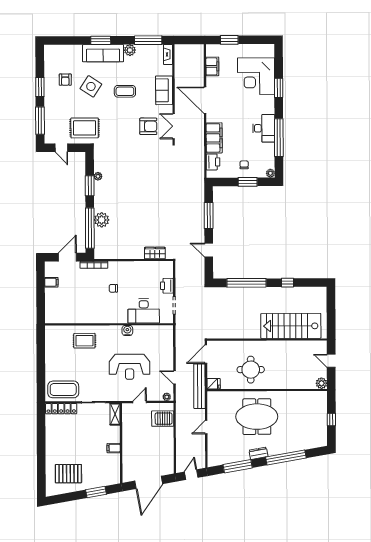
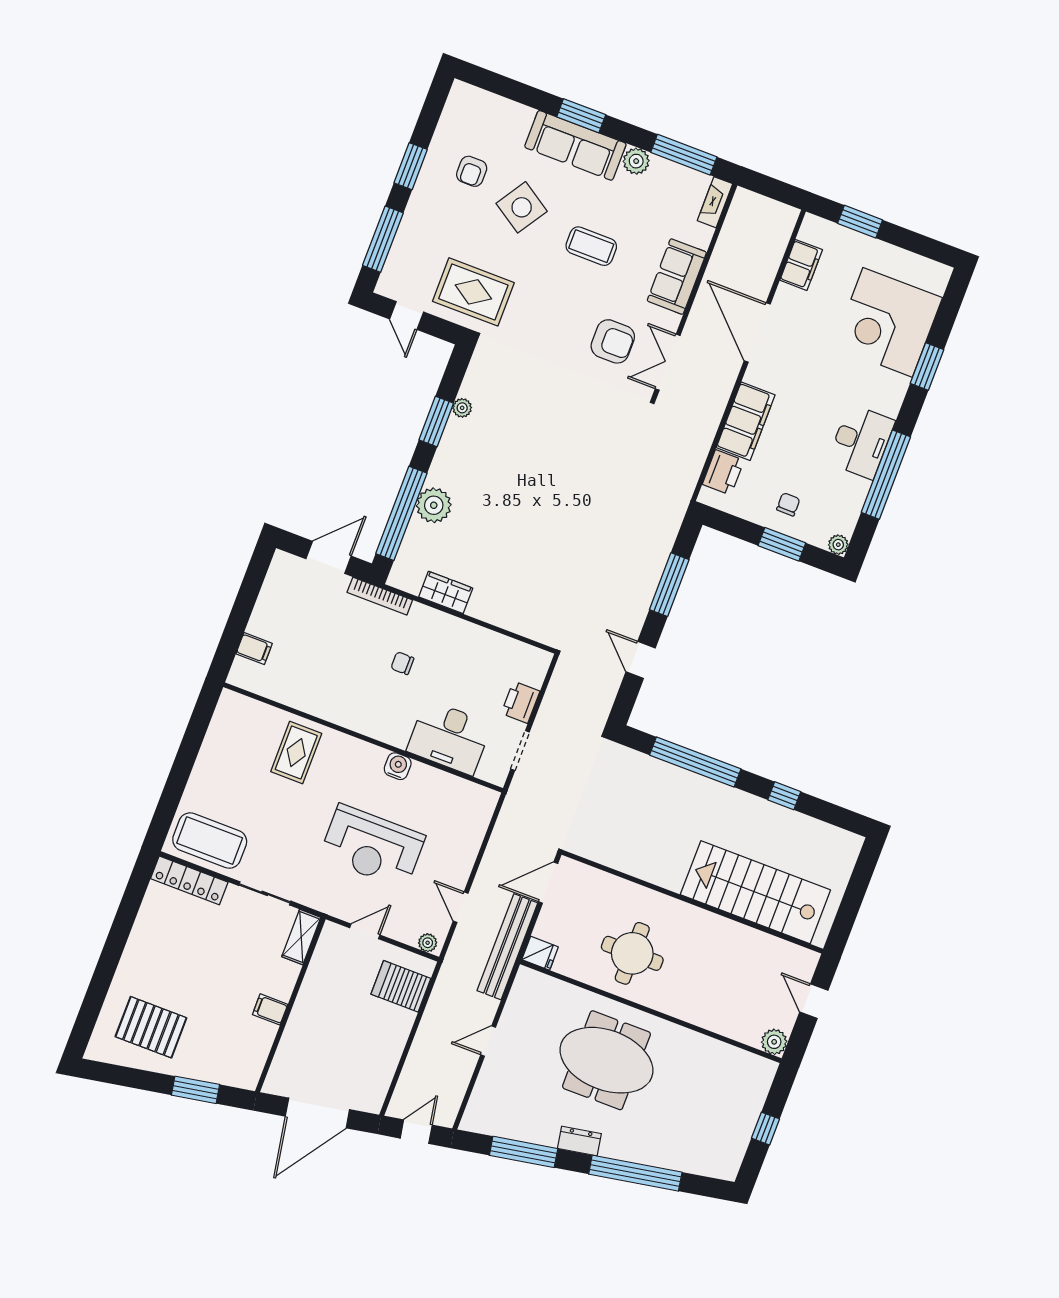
wardrobe: (155, 253) -> (446, 592), moved
filing cabinet: (51, 282) -> (254, 649), moved
rug: (84, 341) -> (296, 753), turned 90

